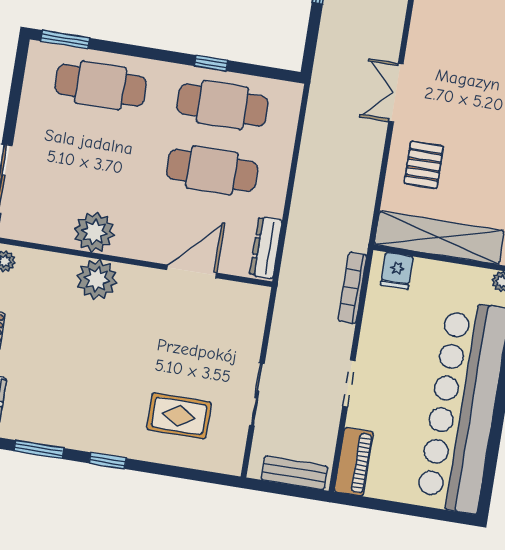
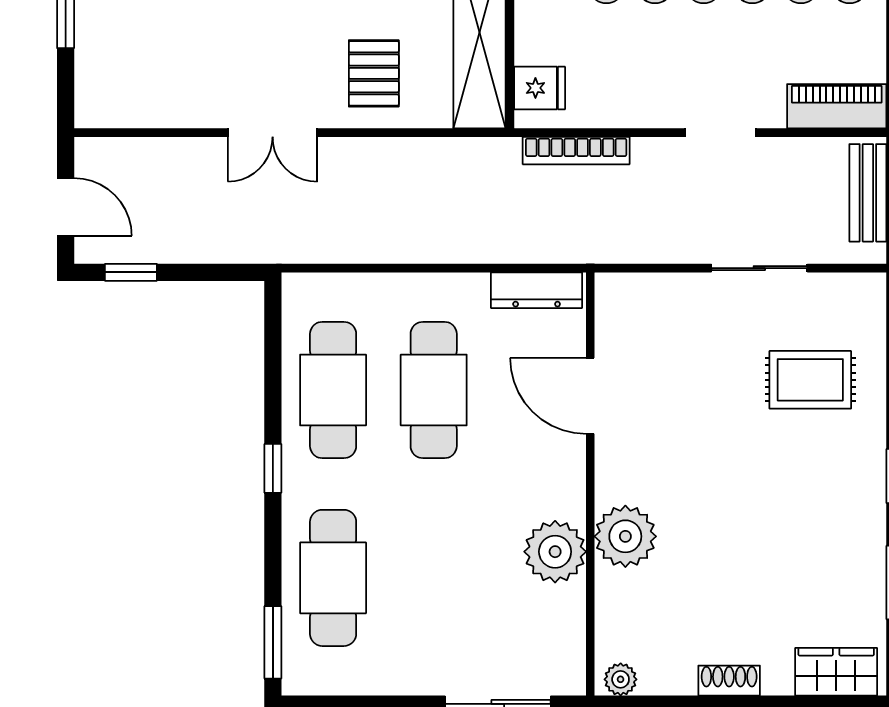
window: (211, 63) -> (273, 468), moved
pallet: (424, 165) -> (374, 73), turned 90
rug: (179, 416) -> (810, 380), turned 90

